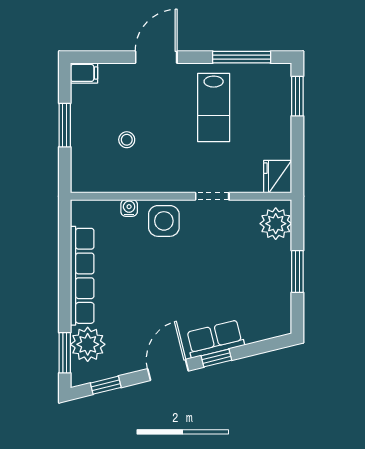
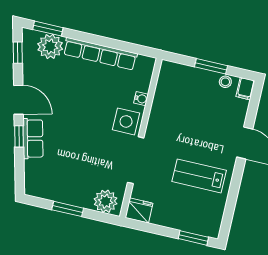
window: (242, 57) -> (231, 204), removed
stool: (127, 140) -> (225, 82), moved
doorway: (212, 196) -> (136, 160), width x1.87

